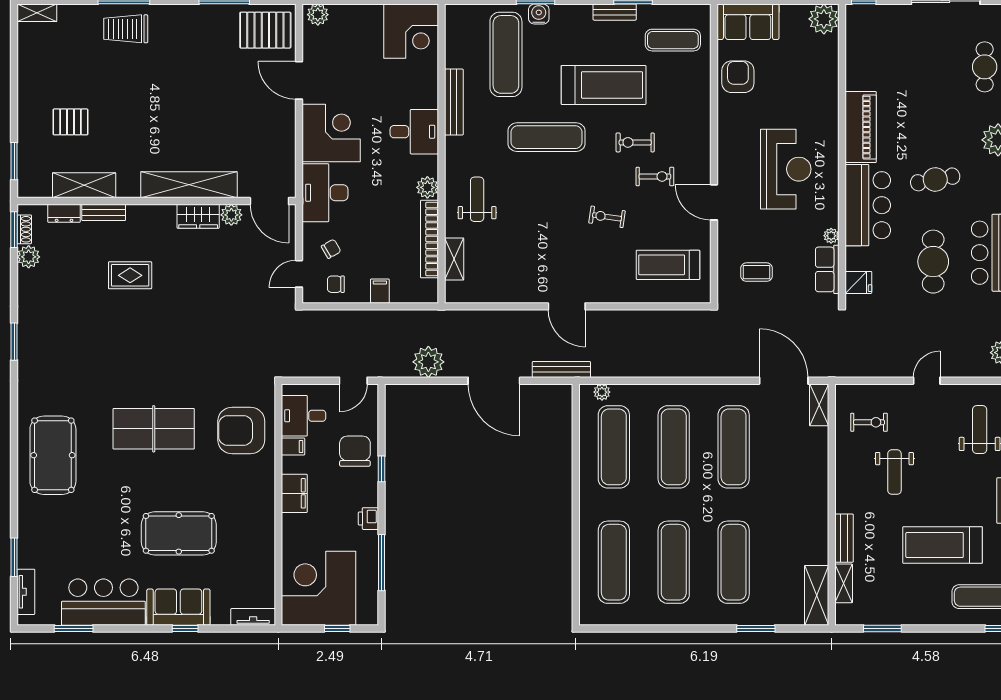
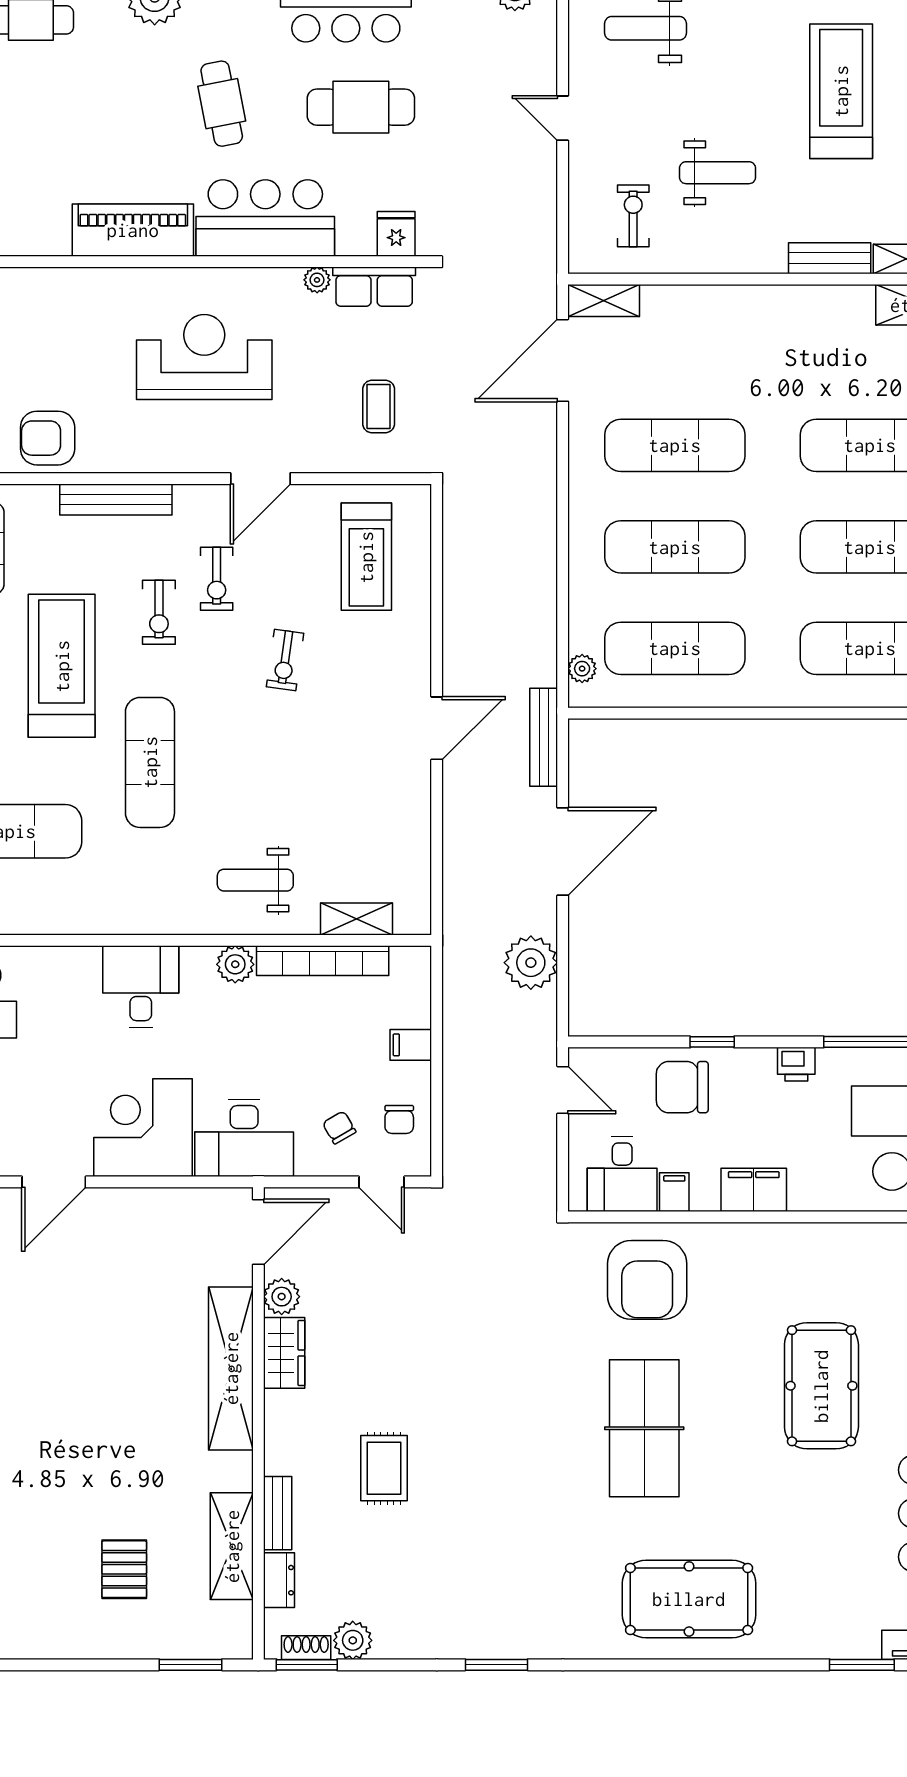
bench: (454, 102) -> (116, 500), moved
exercise bike: (655, 176) -> (217, 579), turned 180
treadmill: (943, 545) -> (841, 91), turned 180

